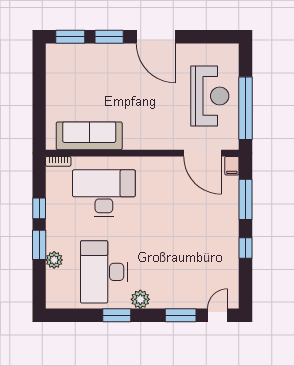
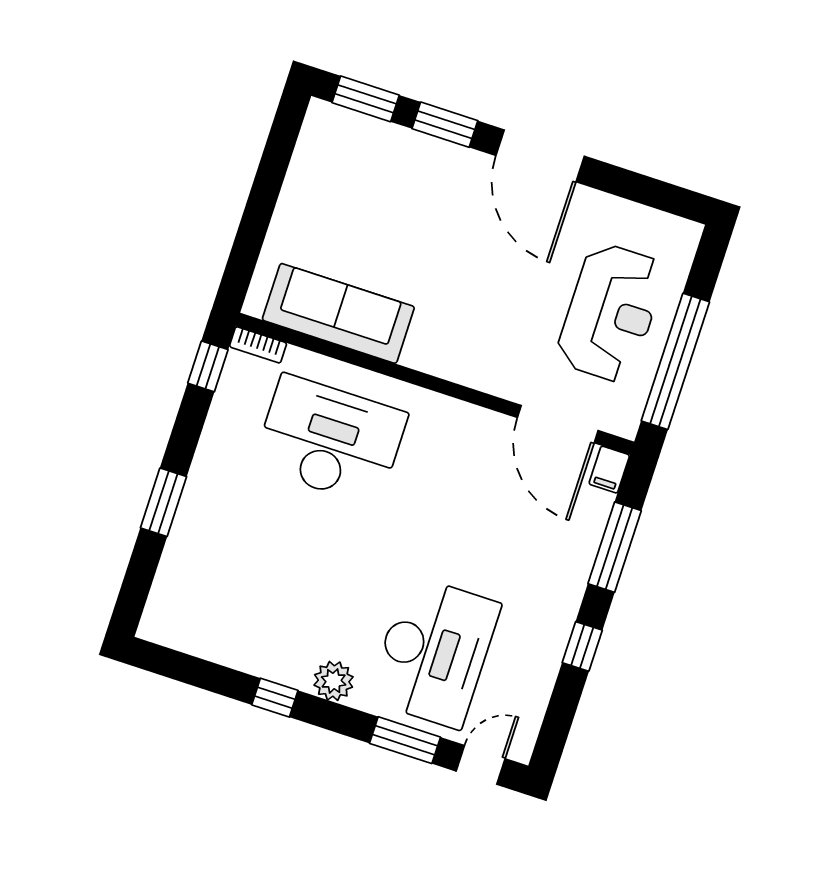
window: (39, 208) -> (208, 366), moved
plant: (54, 260) -> (184, 543), removed
desk: (104, 272) -> (434, 652), moved, turned 180
window: (117, 315) -> (275, 698), width x0.67

